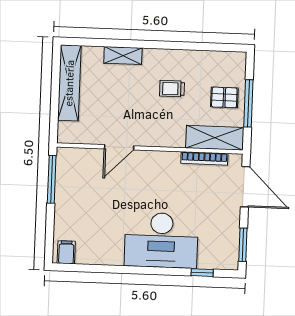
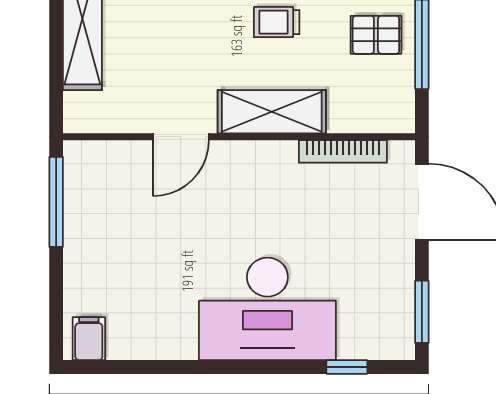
shelving: (215, 138) -> (272, 112), moved

